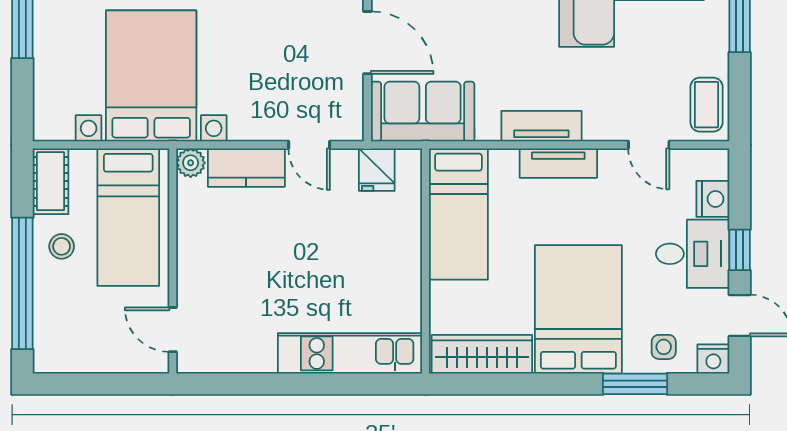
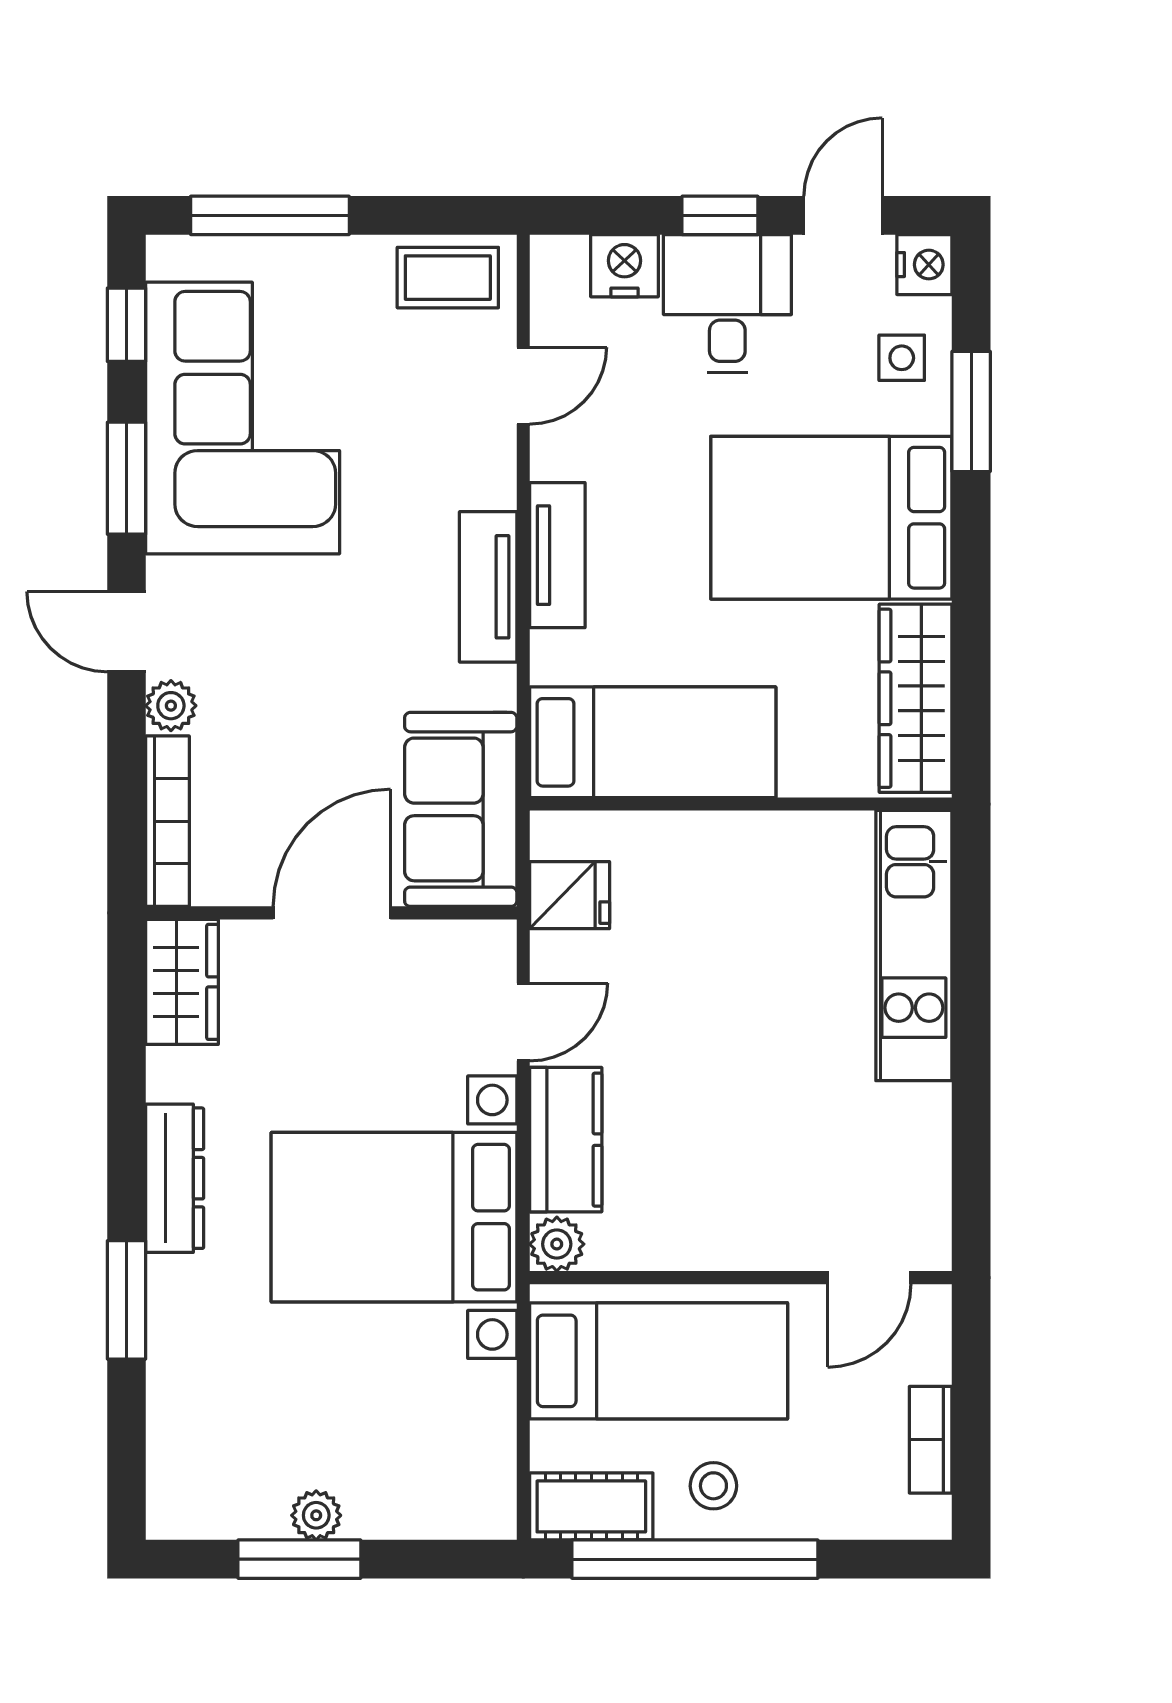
plant: (46, 34) -> (316, 1515), added
bed with nightstands: (151, 76) -> (394, 1217), moved
window: (22, 283) -> (695, 1559), moved
bookcase: (86, 362) -> (931, 1440), added

